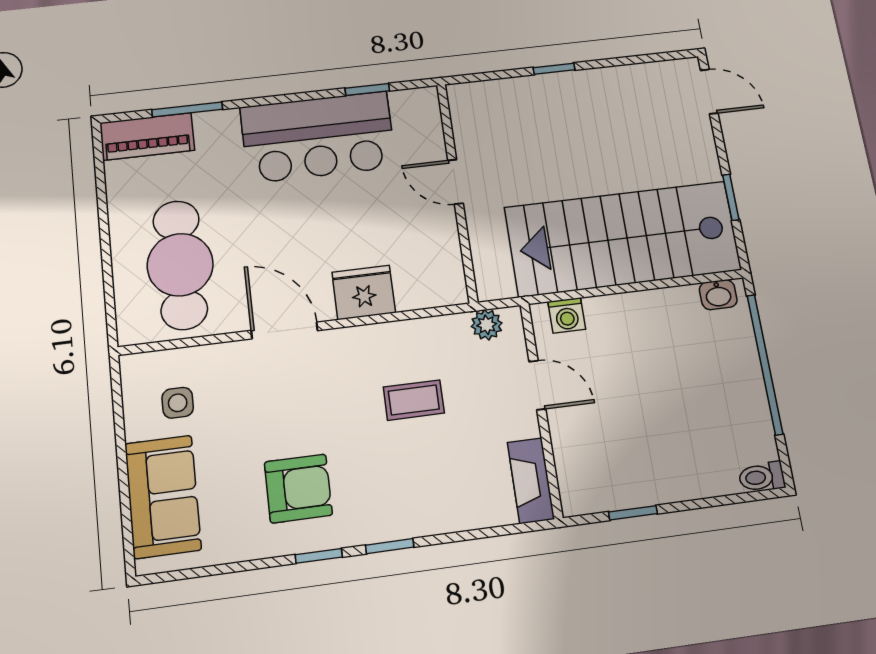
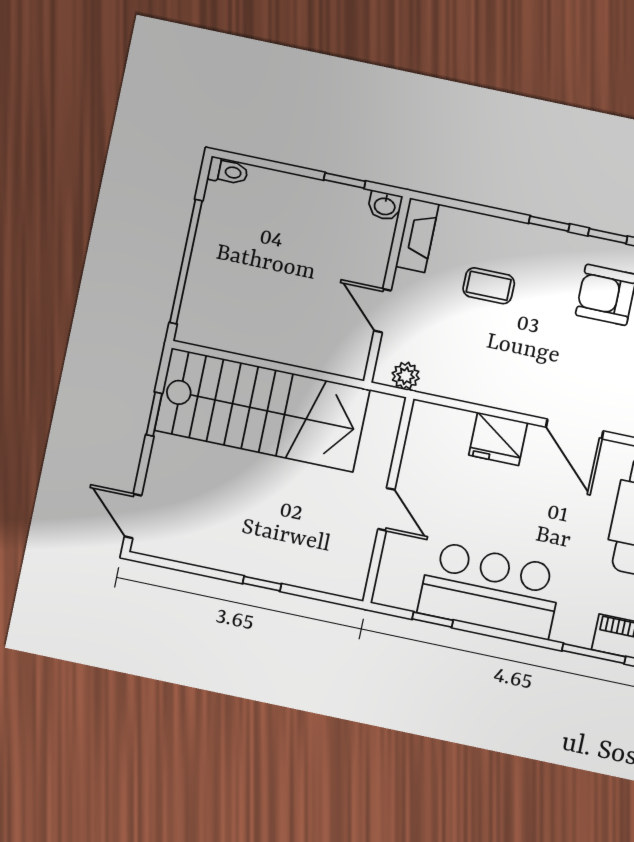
washbasin: (718, 295) -> (385, 206), moved, turned 180
washing machine: (567, 315) -> (336, 360), removed
coffee table: (414, 400) -> (489, 286), moved

